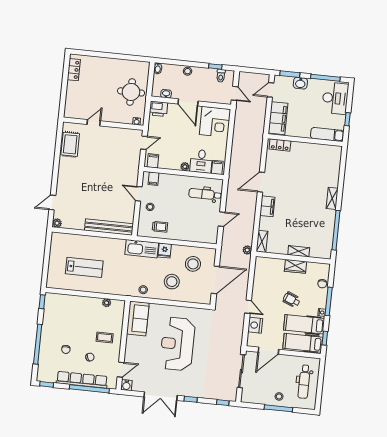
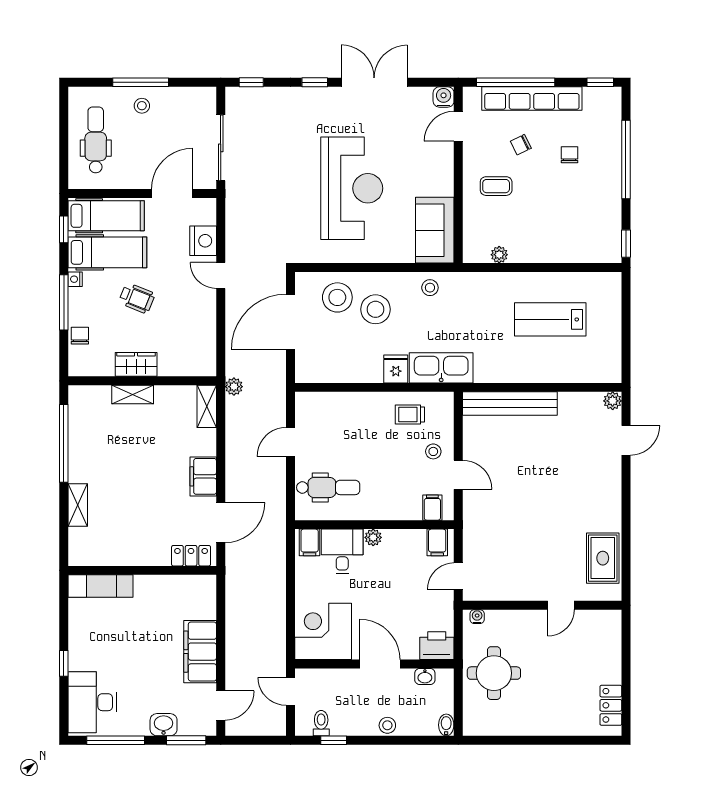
exam couch: (327, 134) -> (101, 586), moved
wall: (305, 140) -> (142, 570), moved
locker: (280, 145) -> (191, 556), moved
stool: (193, 264) -> (337, 297), moved

